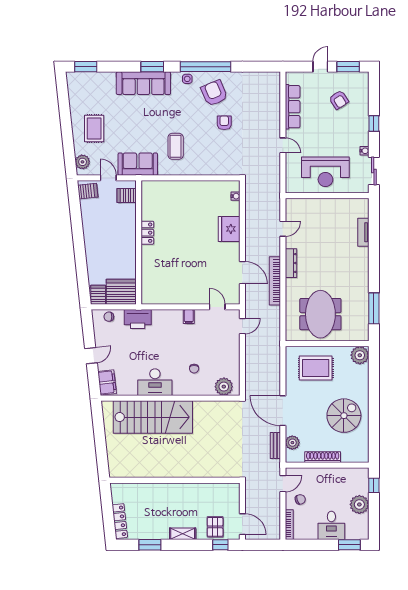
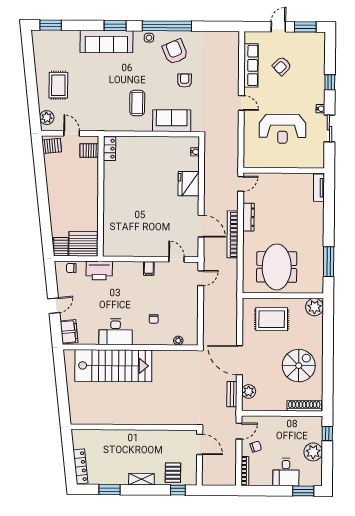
armchair: (339, 100) -> (282, 66), moved, turned 79
sofa: (138, 164) -> (172, 121), moved
wall: (327, 196) -> (284, 170), moved
locker: (147, 233) -> (109, 149), moved
plant: (224, 387) -> (178, 341), width x0.53, depth x0.53
shoe rack: (323, 457) -> (304, 406), moved
door: (242, 524) -> (200, 444), moved

